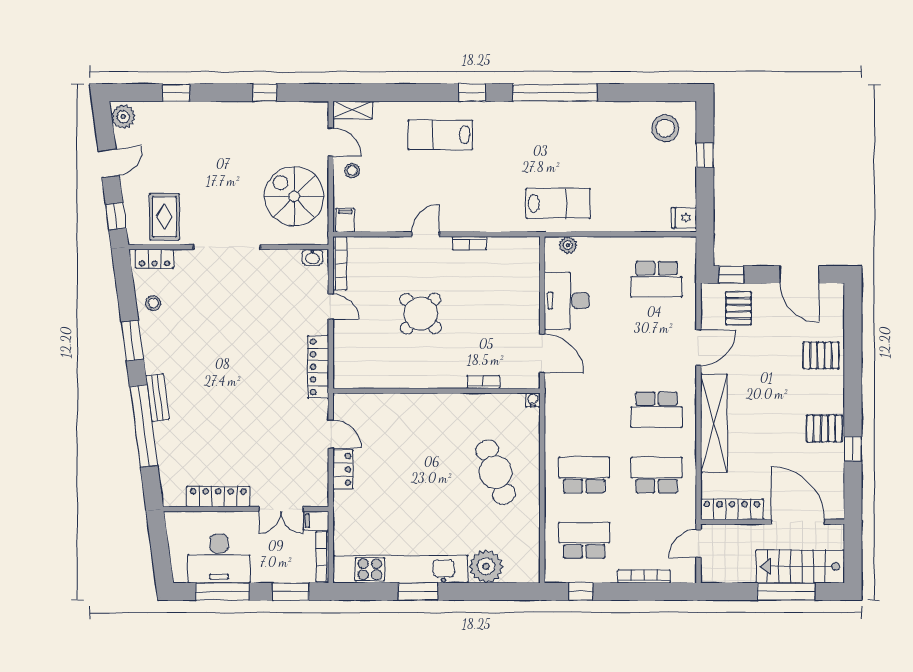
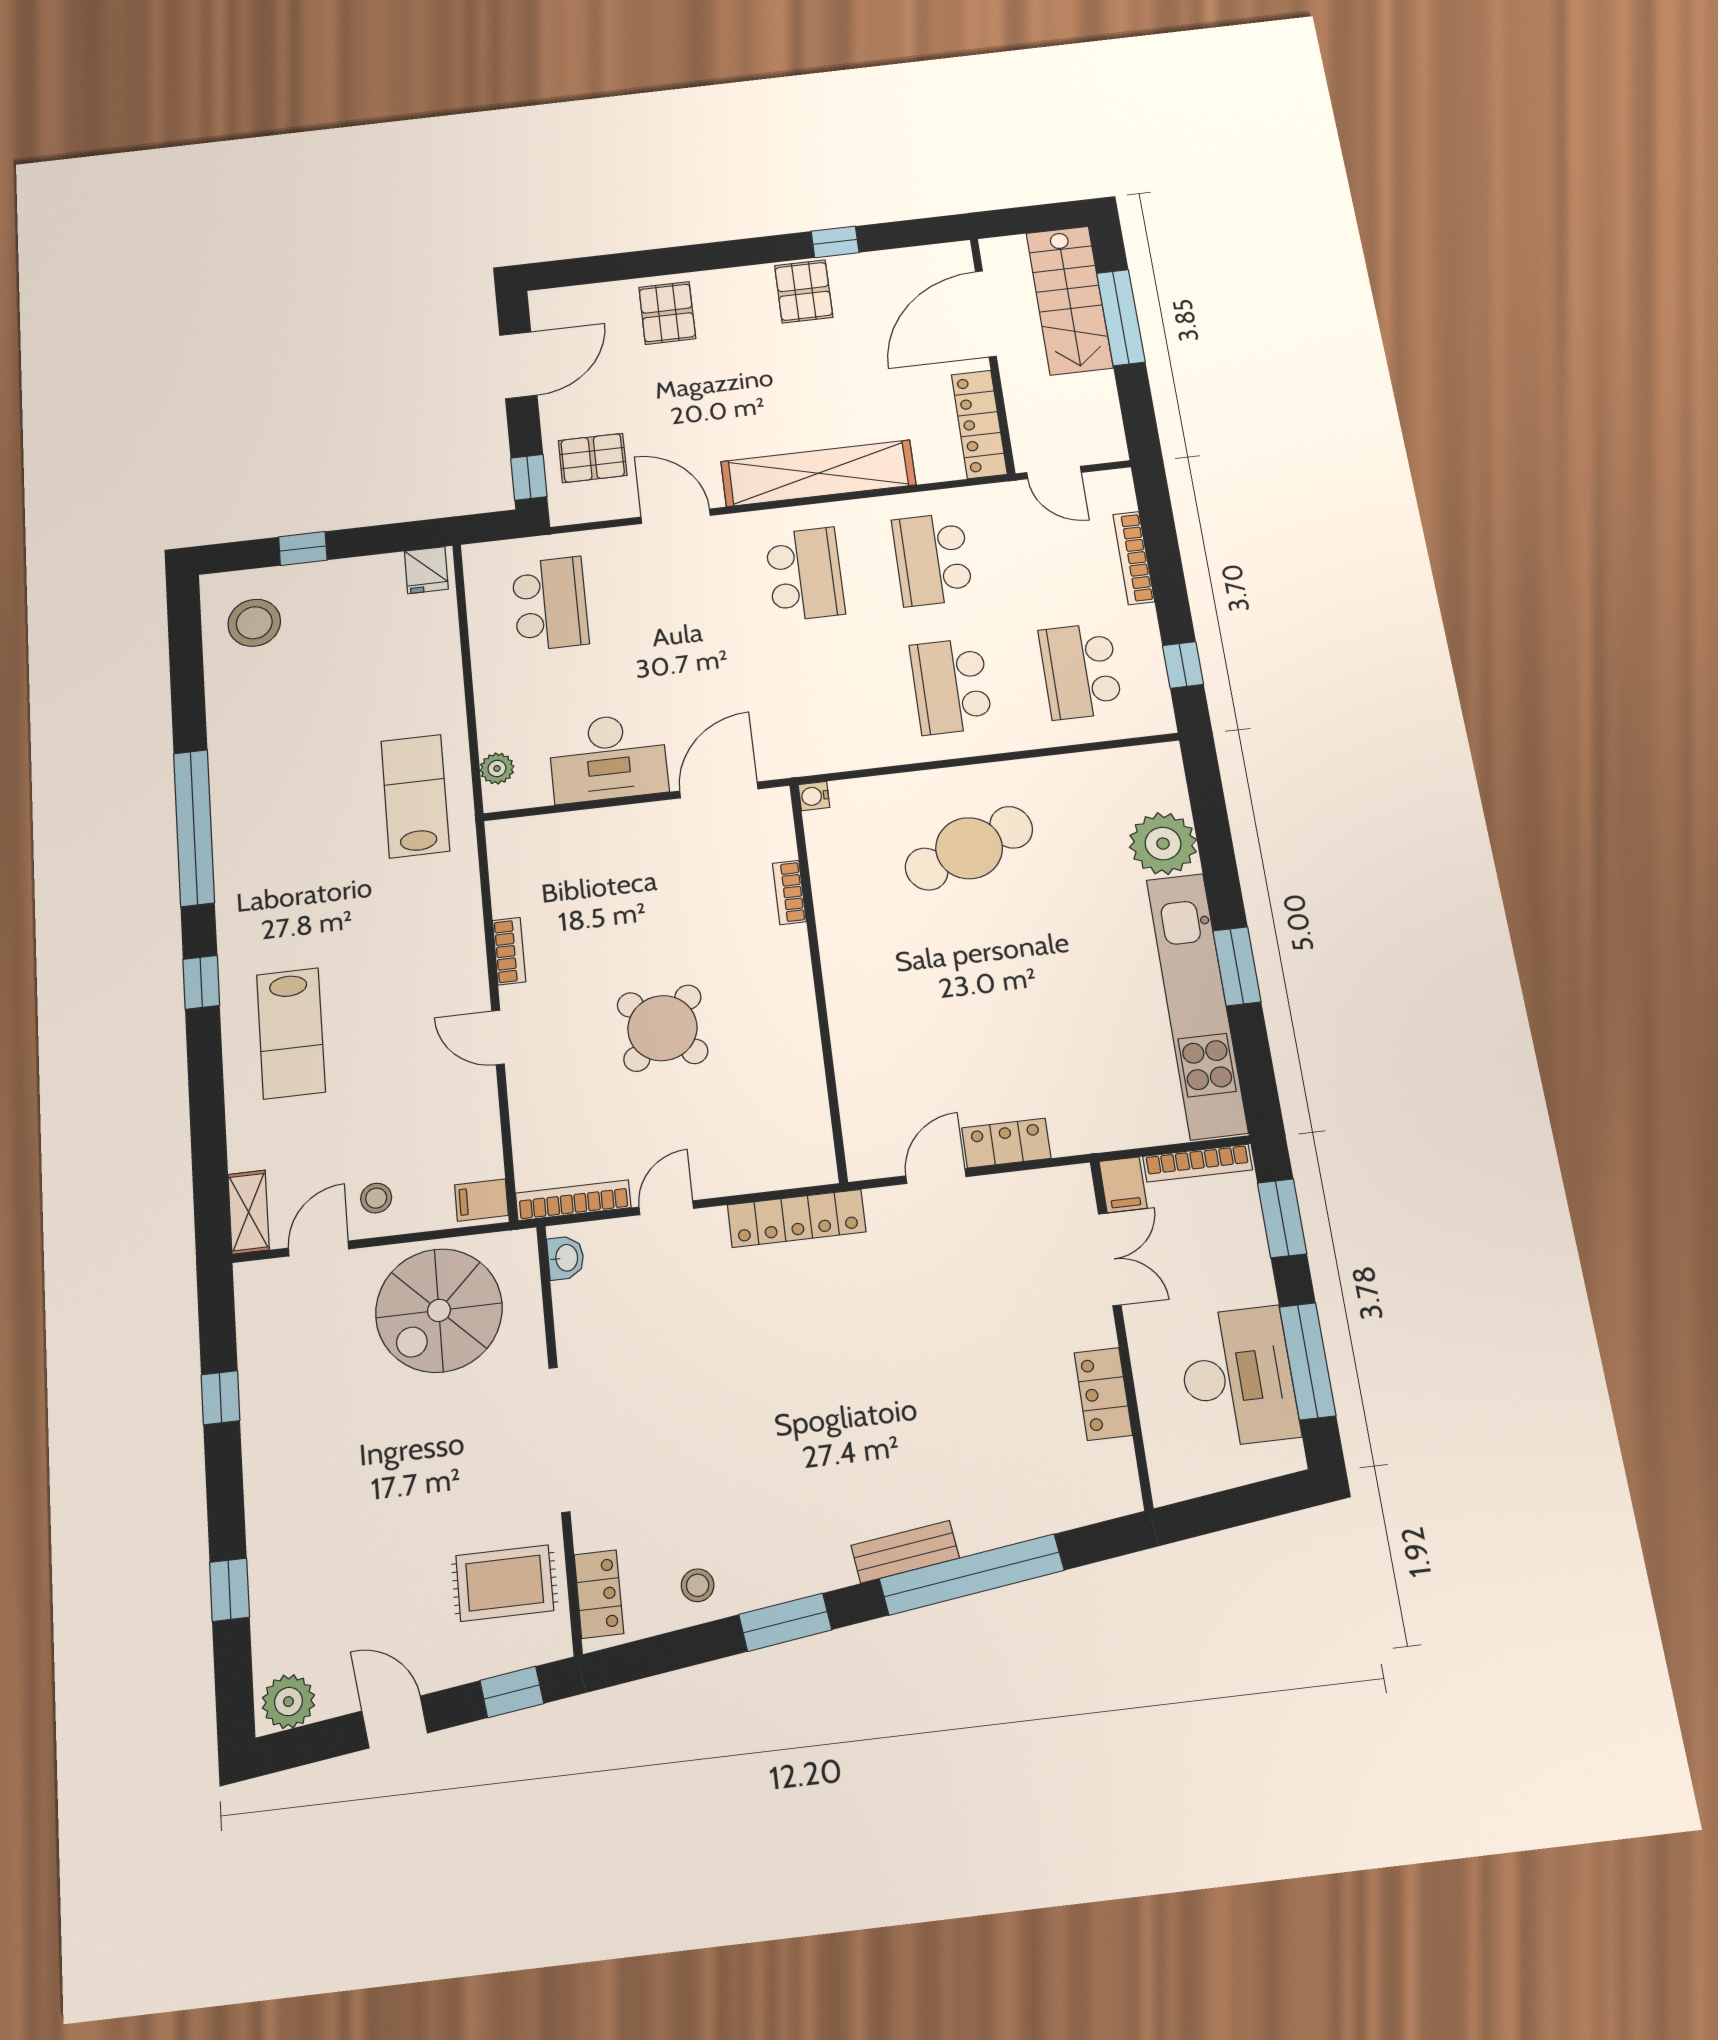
locker: (218, 497) -> (1103, 1394), width x0.66

